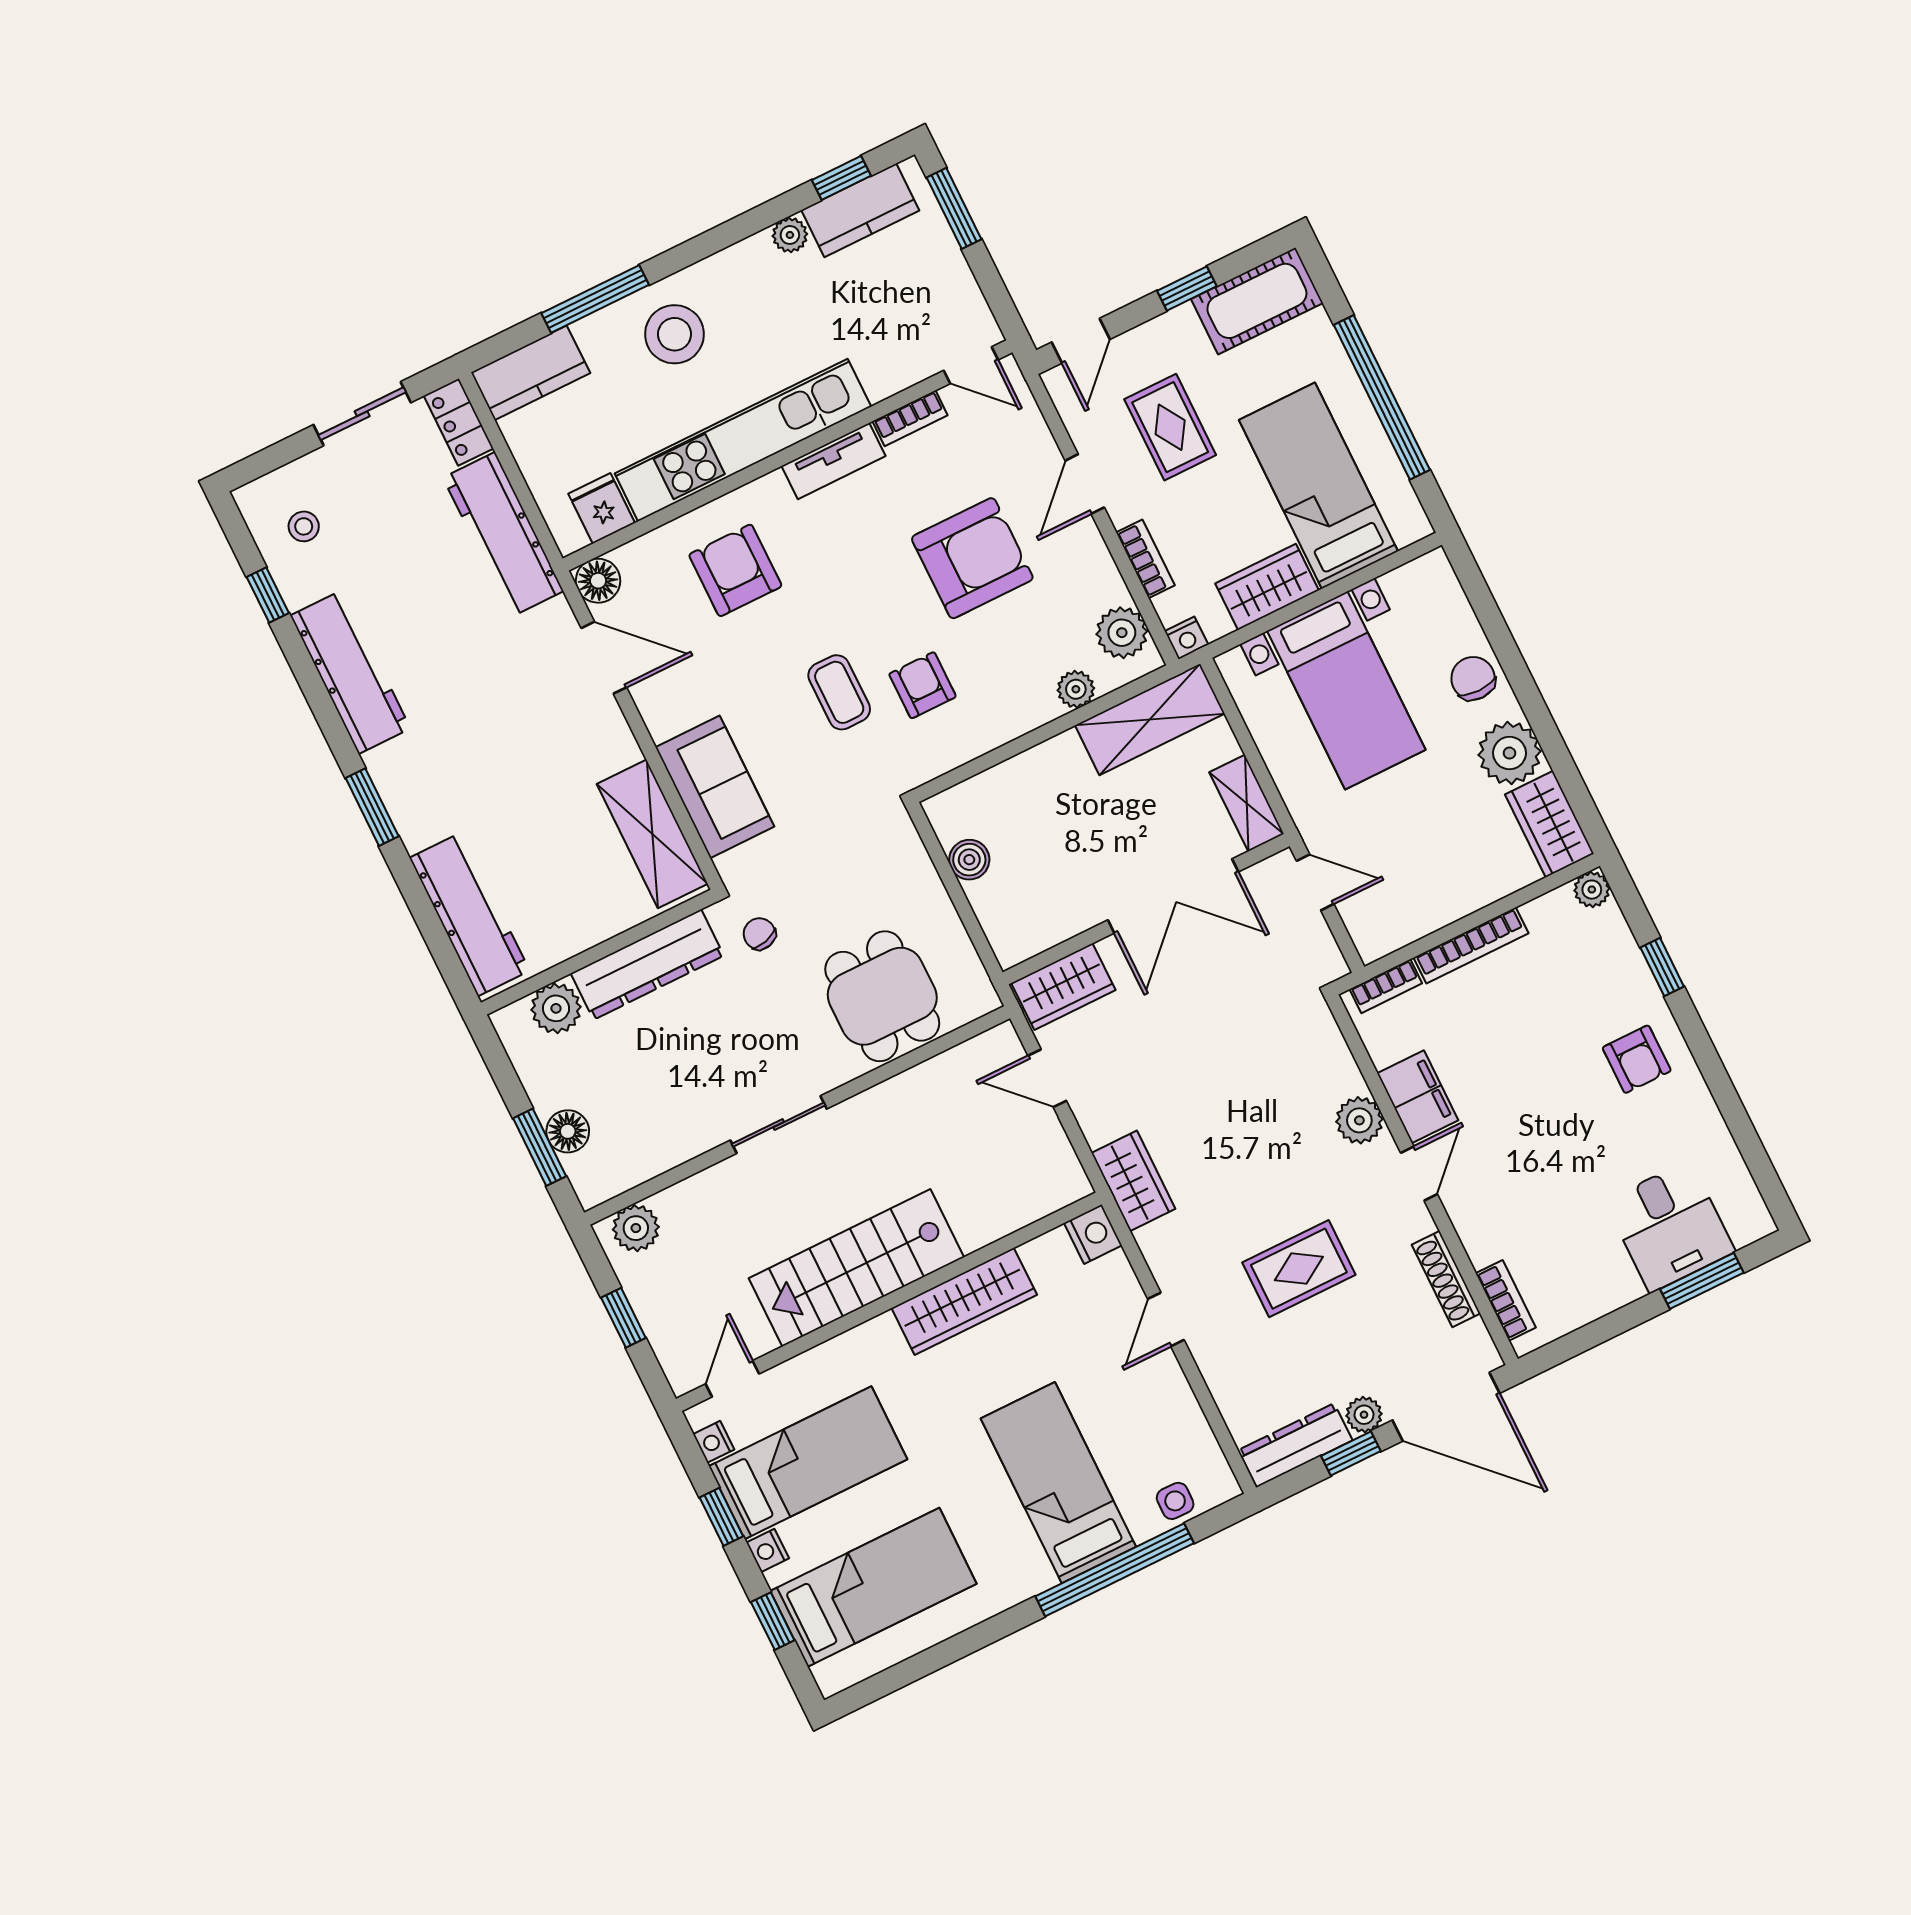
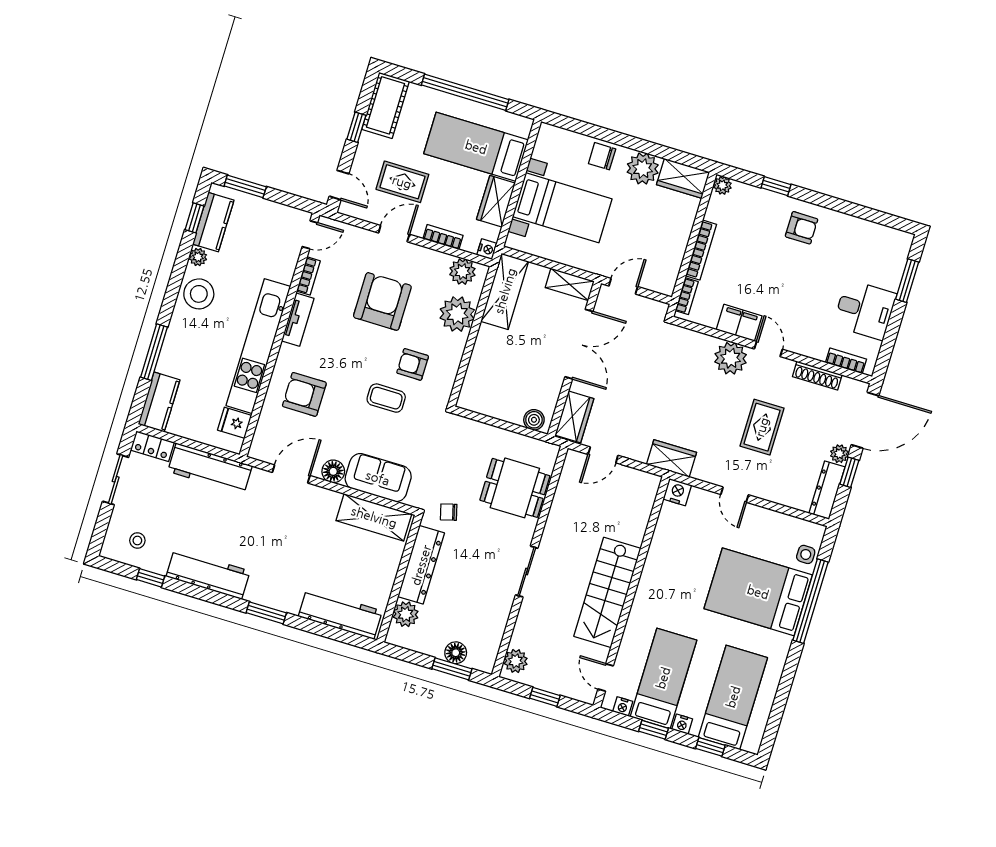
stool: (674, 334) -> (199, 294), moved
door: (1085, 484) -> (394, 234), swing flipped
floor lamp: (598, 581) -> (333, 471), moved
plant: (1076, 689) -> (457, 314), width x1.88, depth x1.88
boiler: (969, 860) -> (534, 420), moved
plant: (1359, 1120) -> (731, 358), width x1.36, depth x1.36
desk: (1670, 1226) -> (865, 310), moved
wardrobe: (964, 1301) -> (658, 564), removed
bed: (1058, 1483) -> (758, 592), width x1.50

